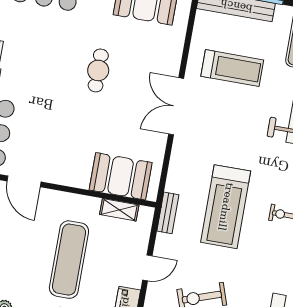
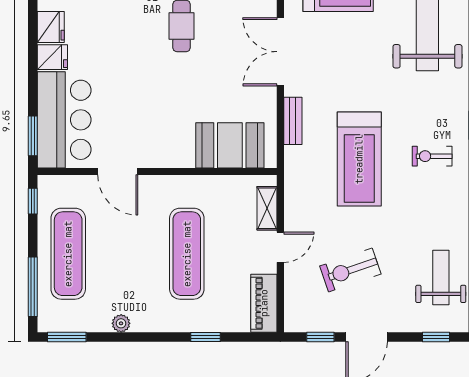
shelving: (119, 210) -> (267, 208), moved, turned 90
bench: (168, 213) -> (293, 121), moved

